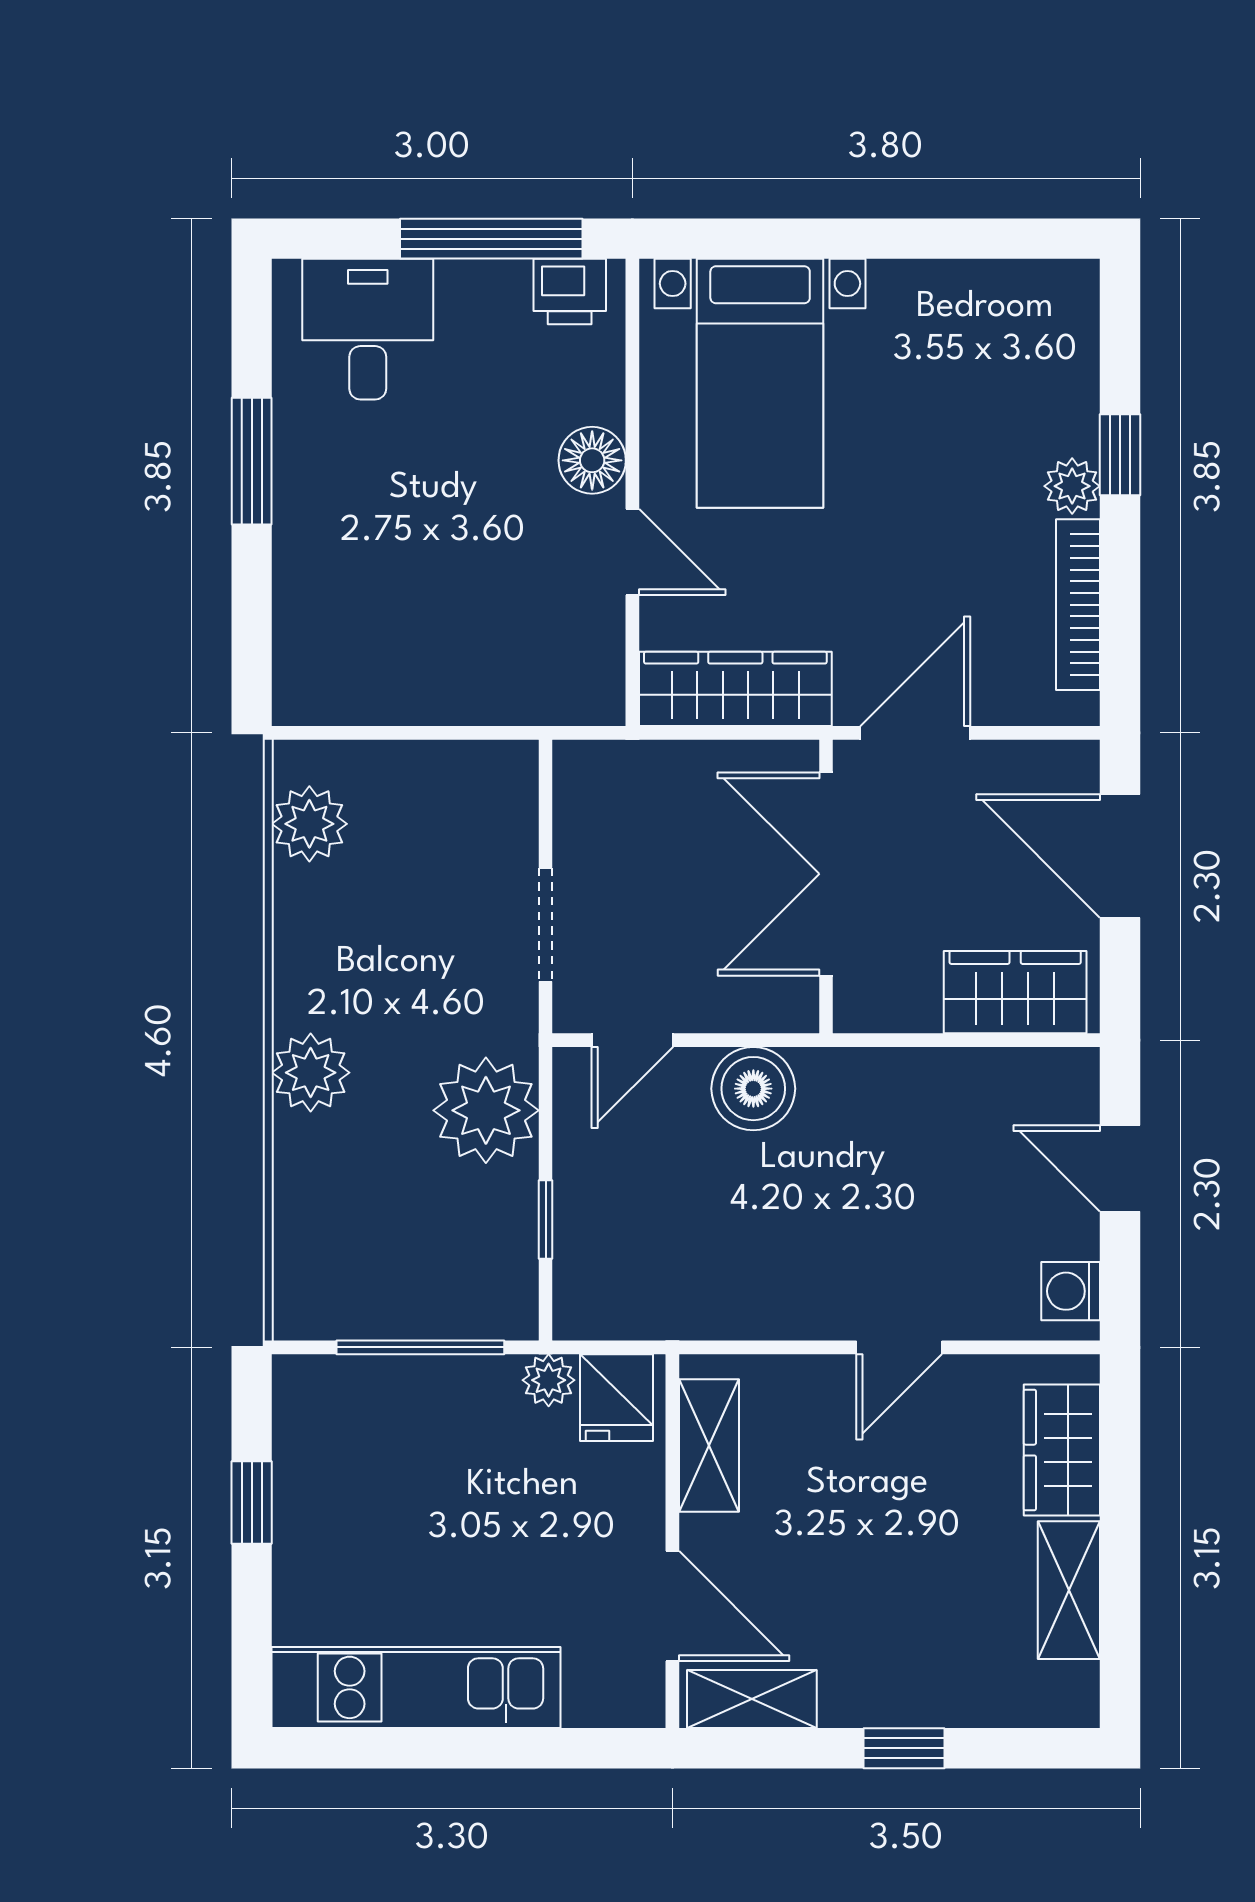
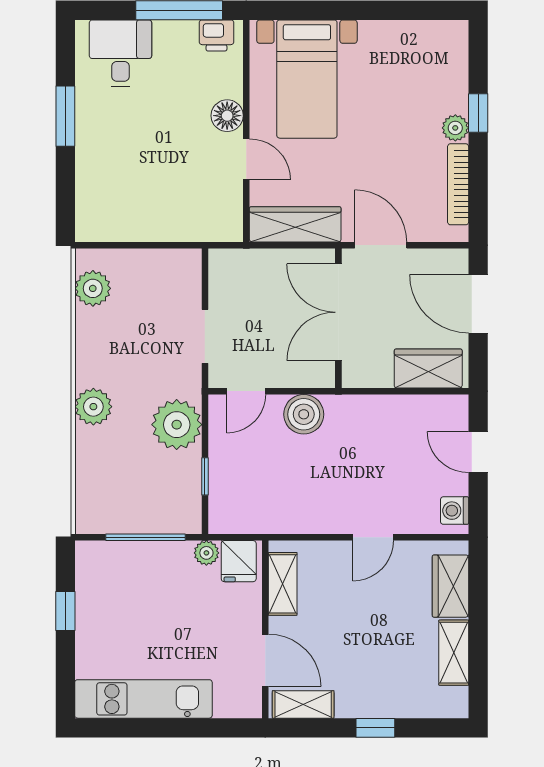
door: (915, 733) -> (381, 245), hinge flipped

